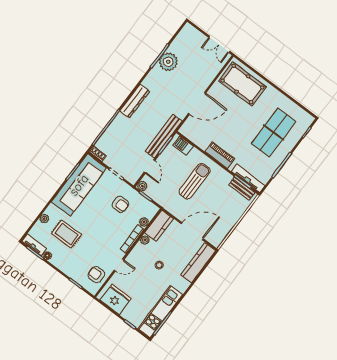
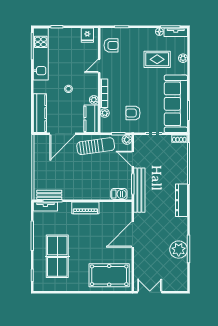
tv unit: (248, 178) -> (45, 206), width x0.71
sun lounger: (195, 181) -> (96, 146), moved, turned -98
fridge: (116, 299) -> (87, 35), width x0.53, depth x0.75

